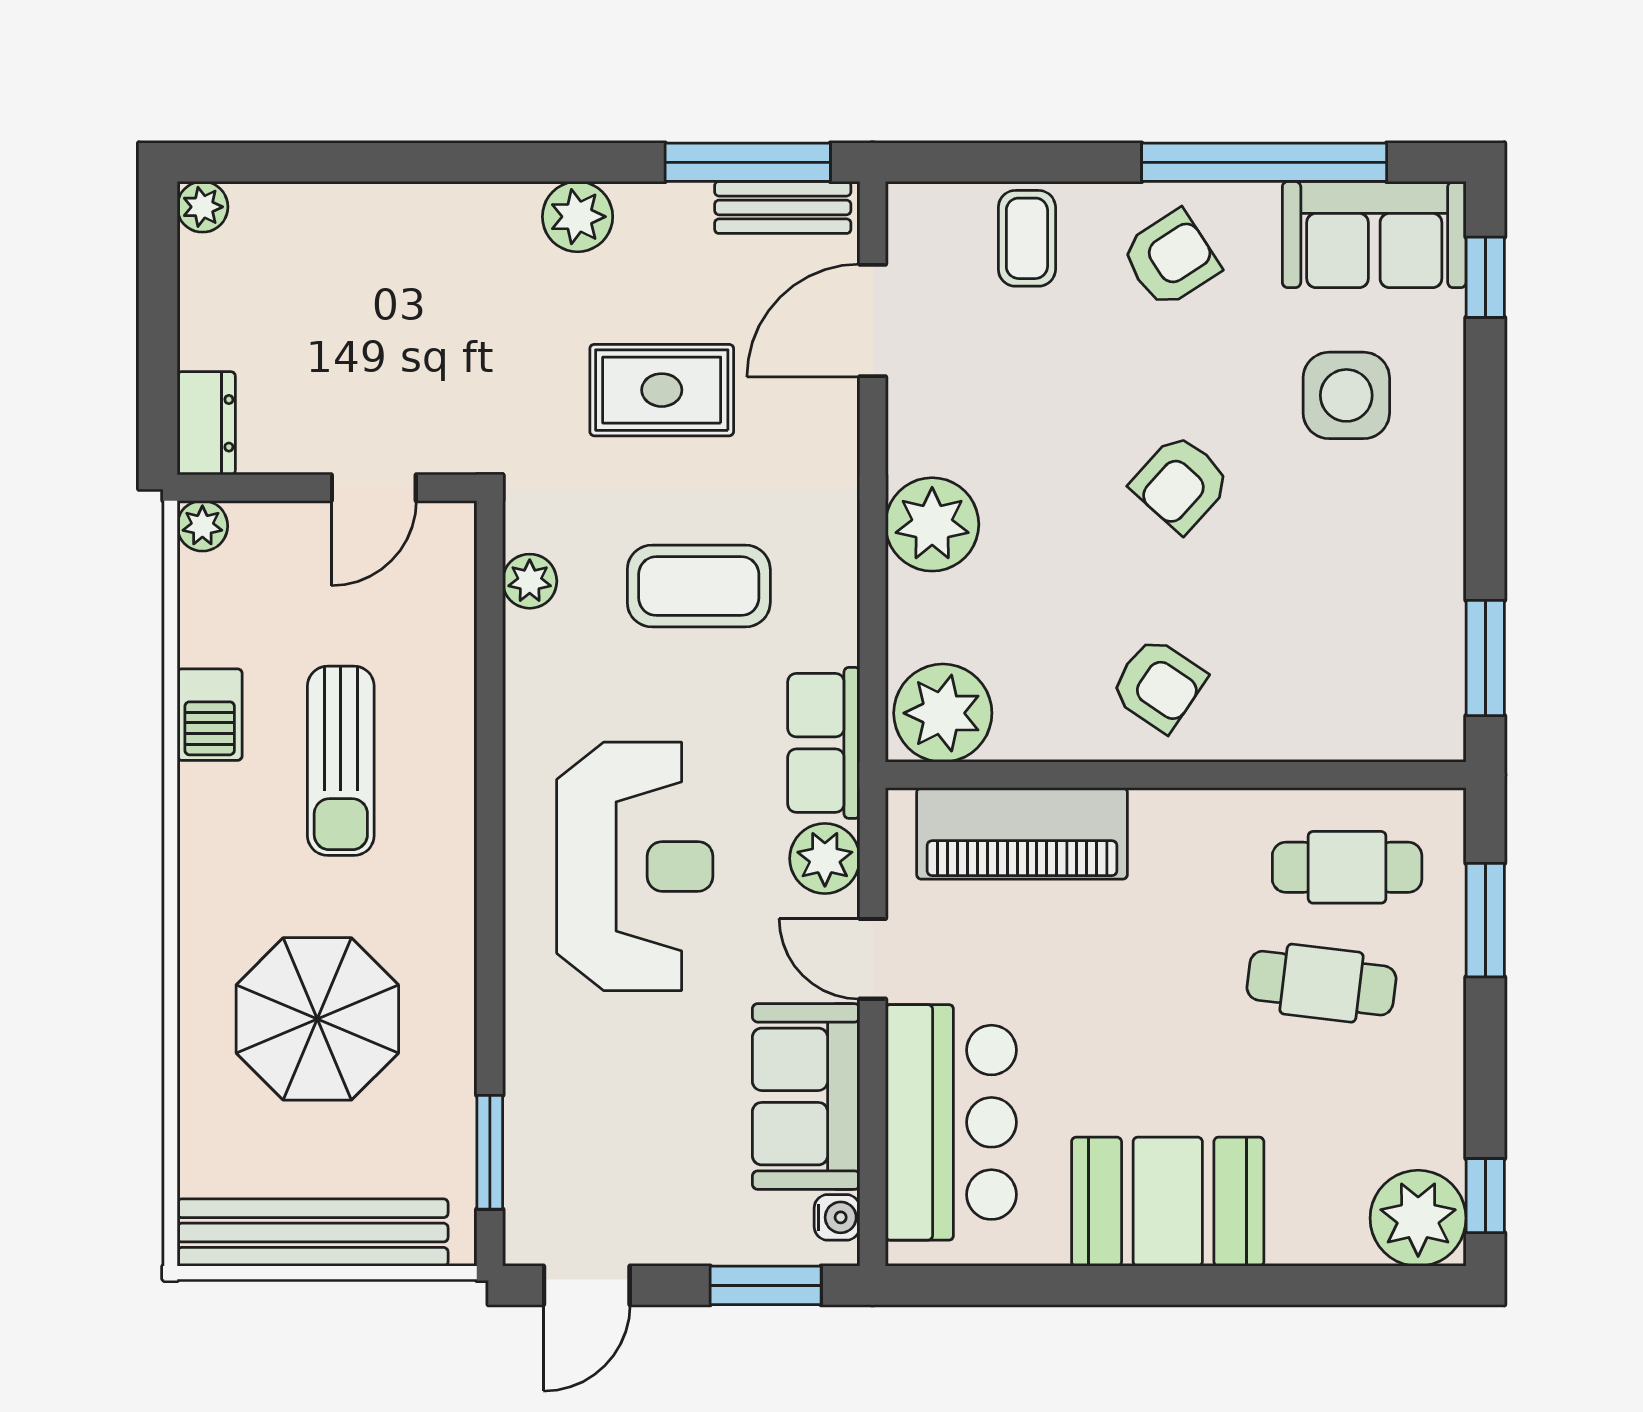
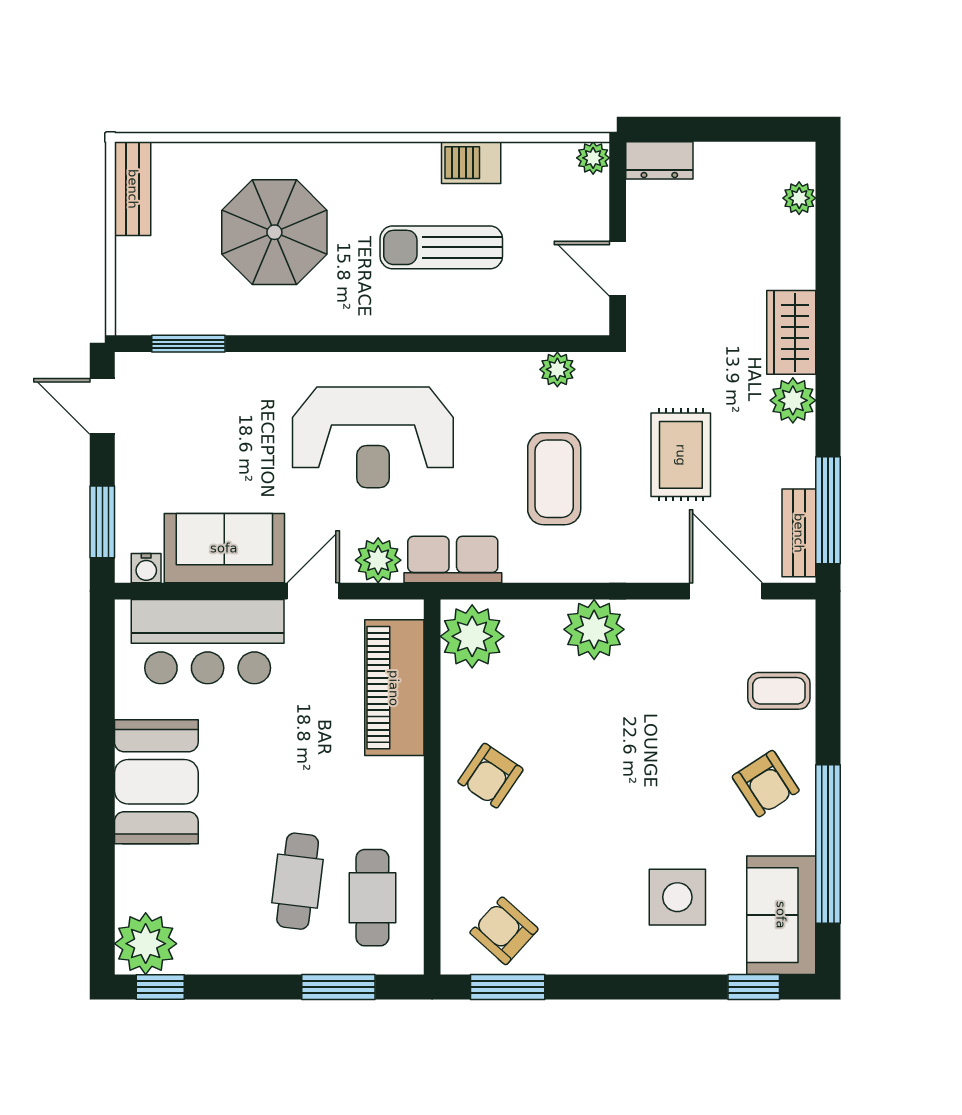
plant: (202, 207) -> (799, 198), moved
wardrobe: (472, 219) -> (791, 332), added
armchair: (1181, 483) -> (504, 931), moved
bench: (313, 1233) -> (133, 189), width x0.54, depth x0.82

